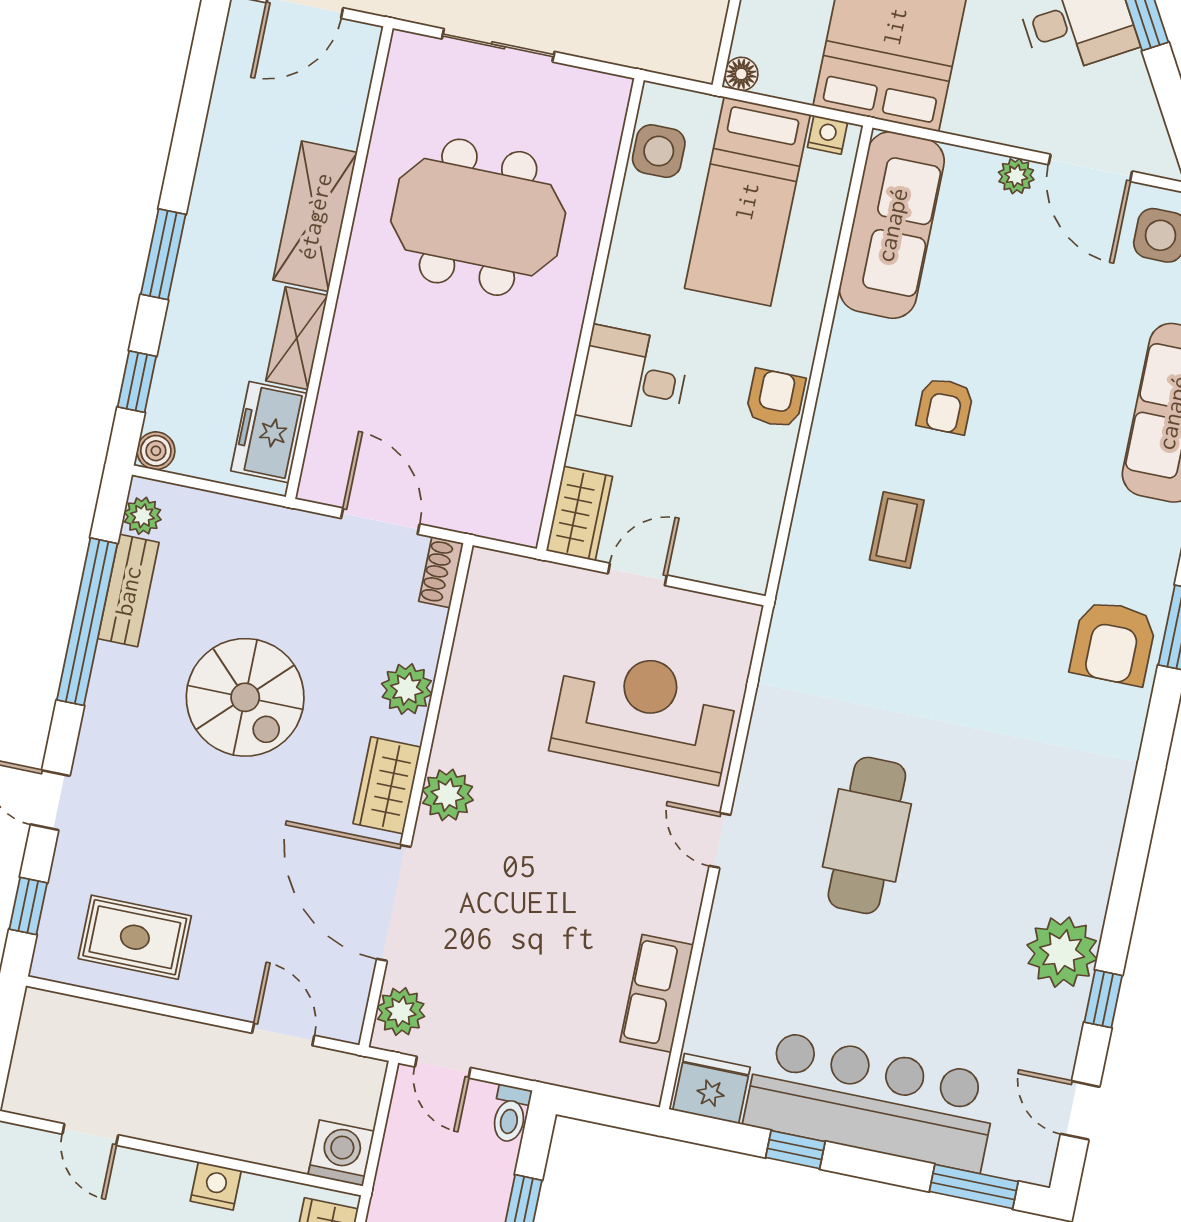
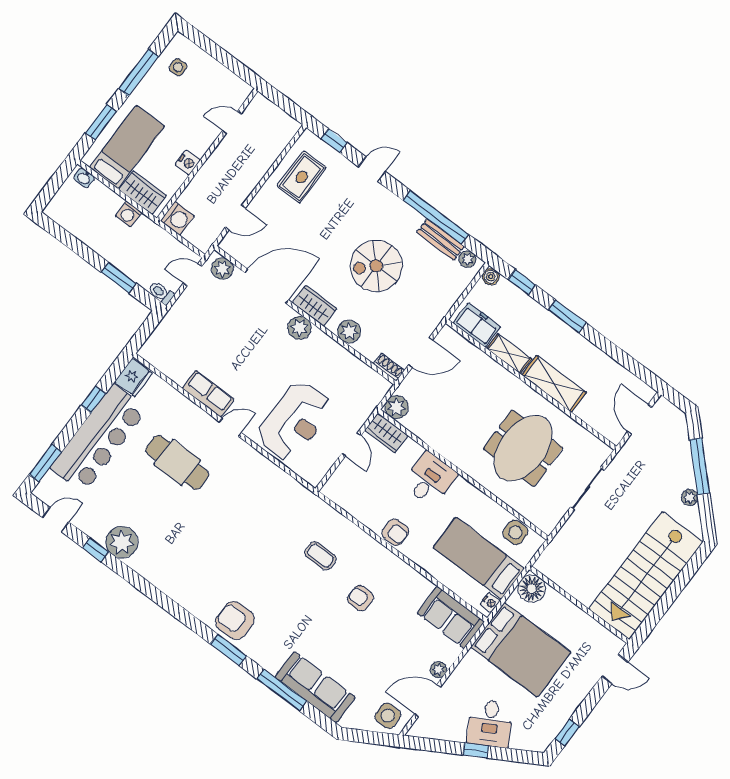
floor lamp: (741, 74) -> (532, 589), width x1.89, depth x1.89
sofa: (892, 225) -> (451, 617), width x0.73
plant: (516, 518) -> (397, 407), added
cafe table: (867, 835) -> (177, 462), moved
row of seats: (657, 993) -> (208, 394), moved

